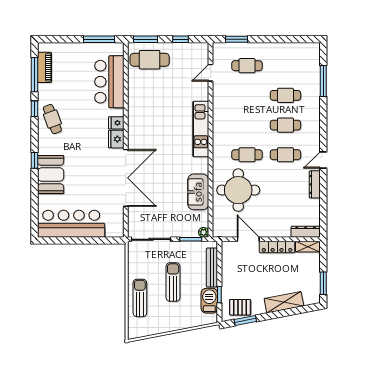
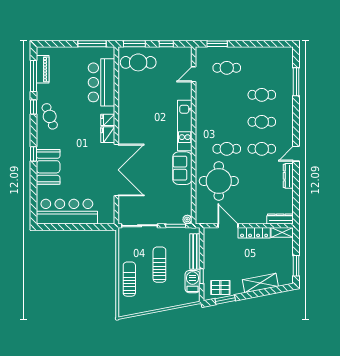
sofa: (198, 192) -> (182, 168), moved

